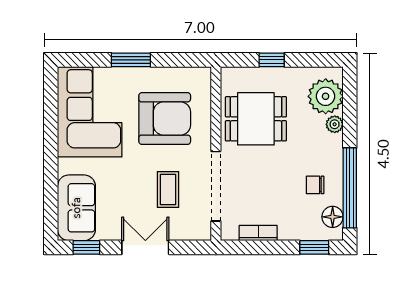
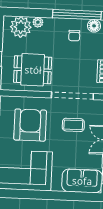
dining table: (256, 119) -> (33, 70), turned 90

